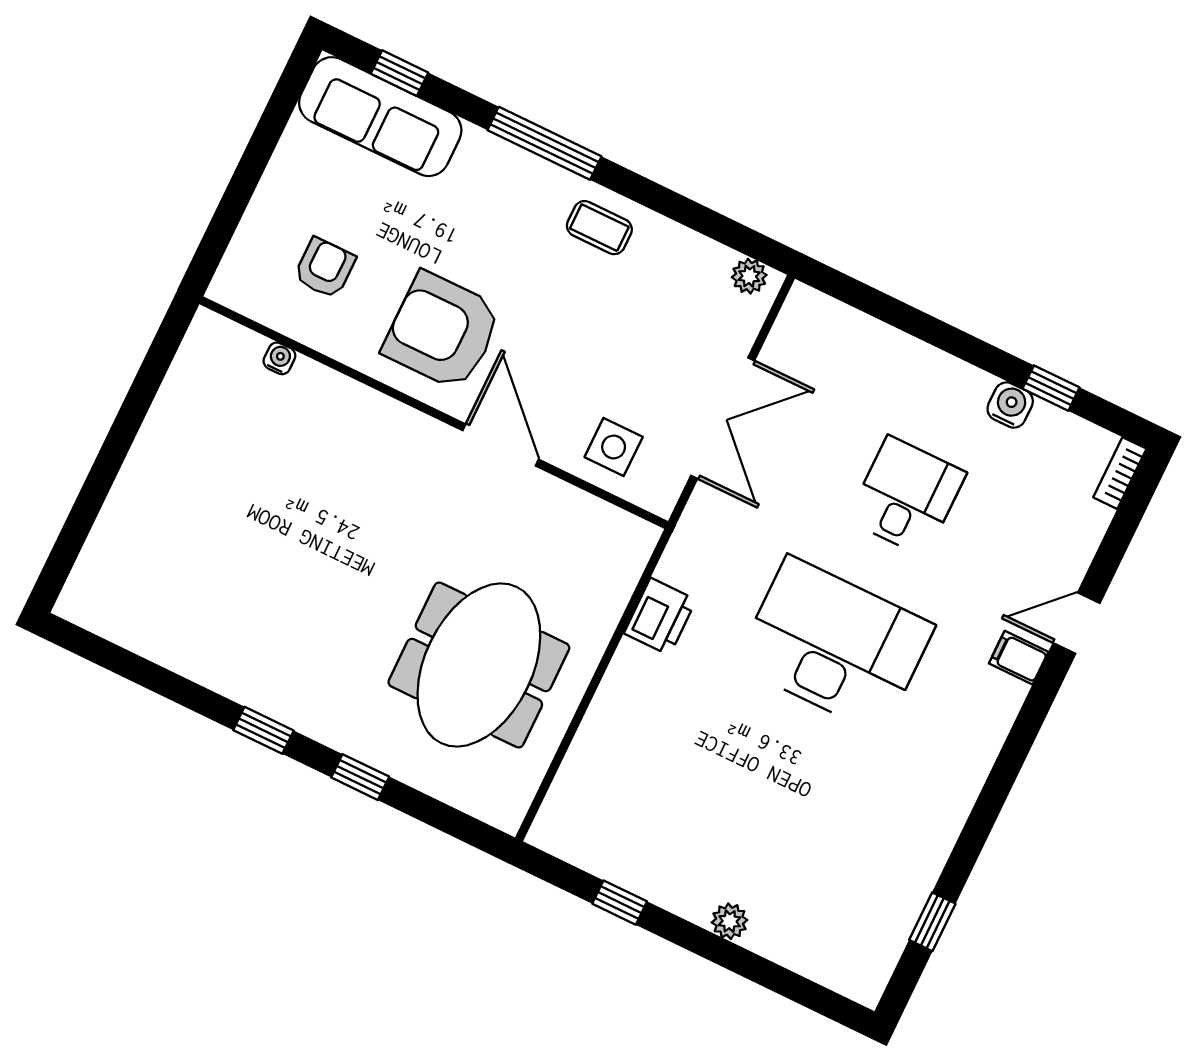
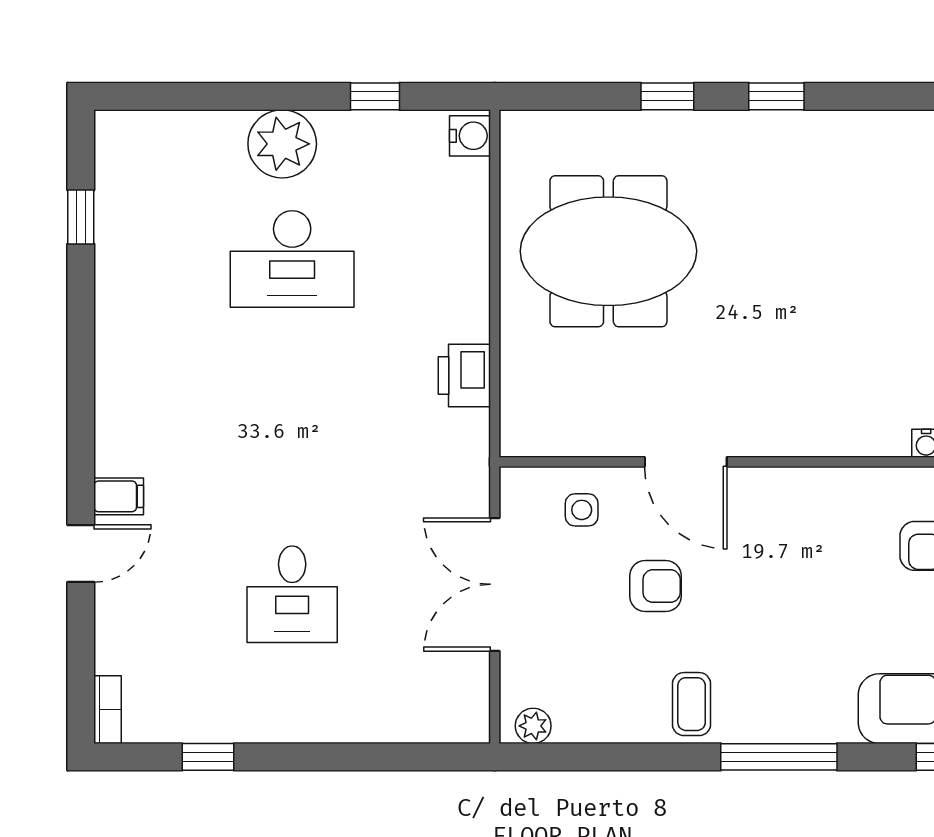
coffee table: (599, 228) -> (692, 704), turned 90
armchair: (442, 331) -> (655, 586), moved, width x0.53, depth x0.53
water cooler: (1010, 405) -> (470, 136), moved, turned -90
side table: (614, 447) -> (582, 510), width x0.73, depth x0.73
desk: (835, 645) -> (292, 259), moved, width x0.73, depth x0.77
meeting table: (479, 665) -> (608, 251), turned 90
plant: (730, 921) -> (282, 144), width x1.88, depth x1.88

